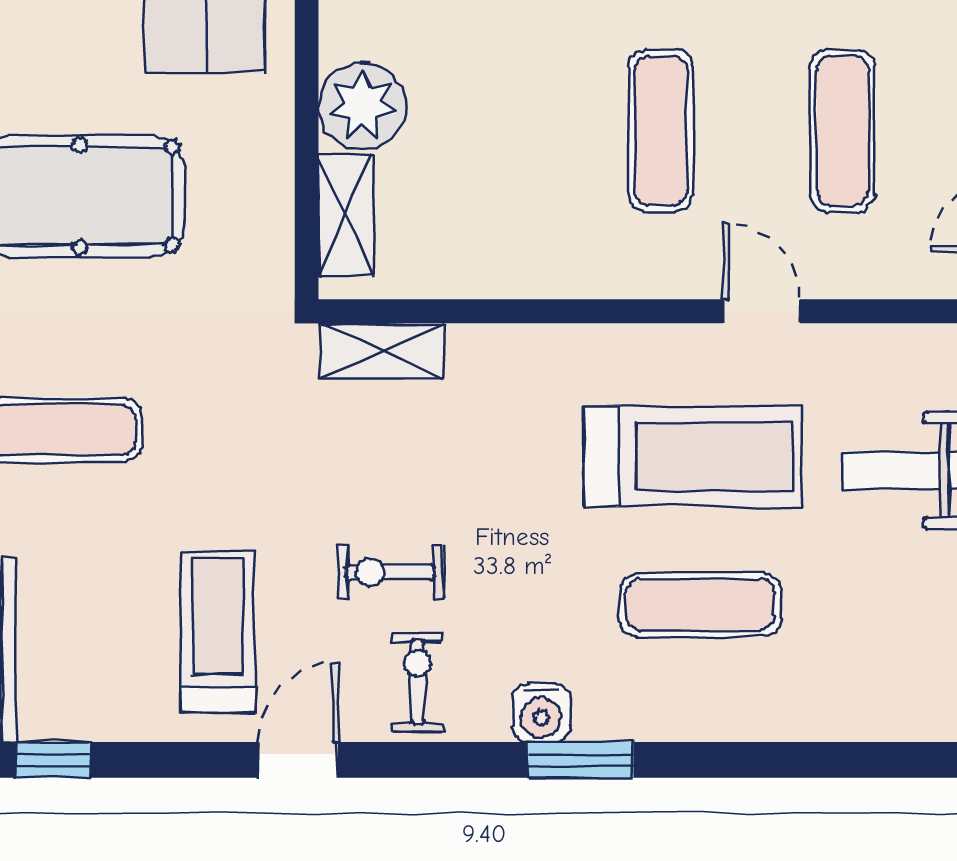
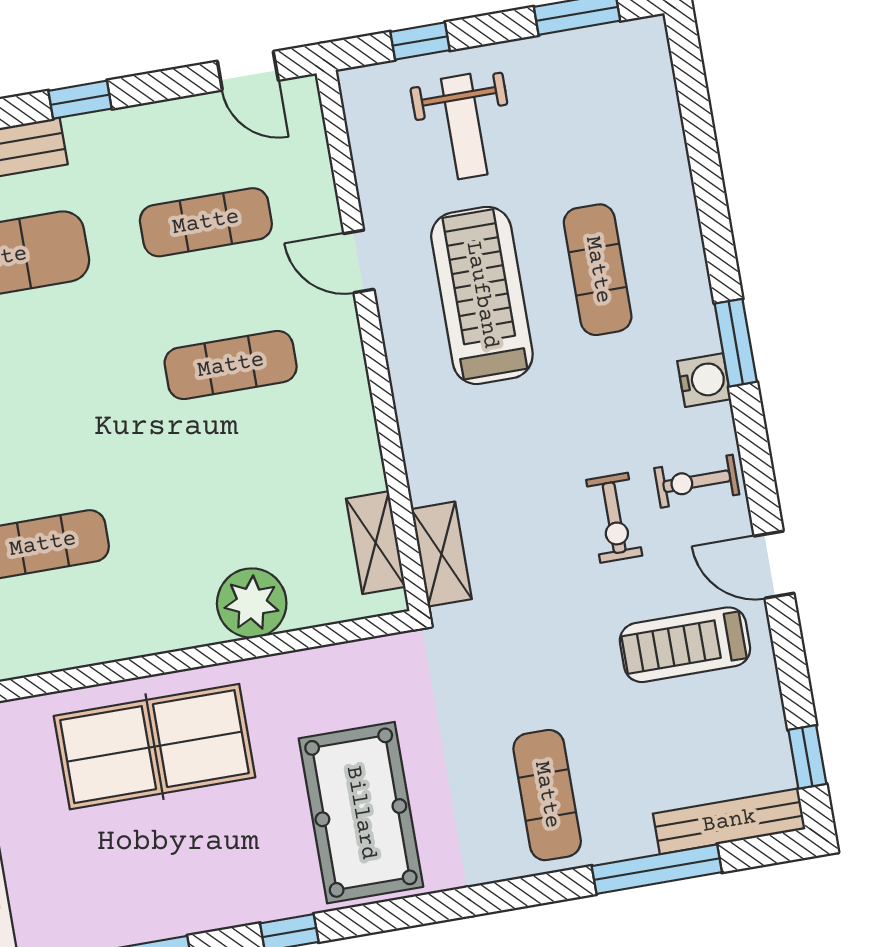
shelving: (346, 215) -> (376, 543), moved, turned 90
door: (762, 311) -> (359, 261), hinge flipped

